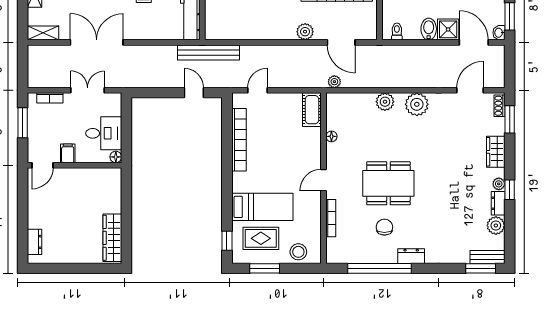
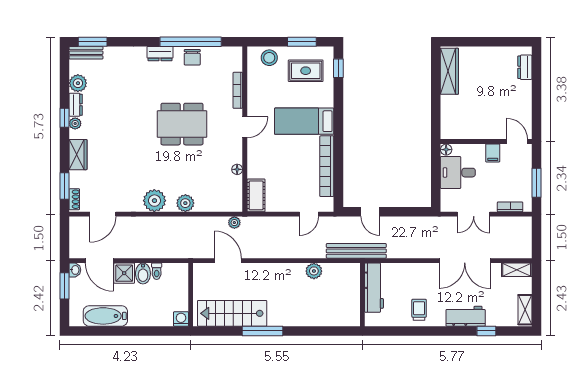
toilet: (397, 31) -> (157, 271), moved
plant: (305, 32) -> (314, 271), moved
door: (42, 165) -> (517, 141), hinge flipped
bed: (262, 207) -> (304, 121), moved
chair: (384, 227) -> (192, 57), moved

